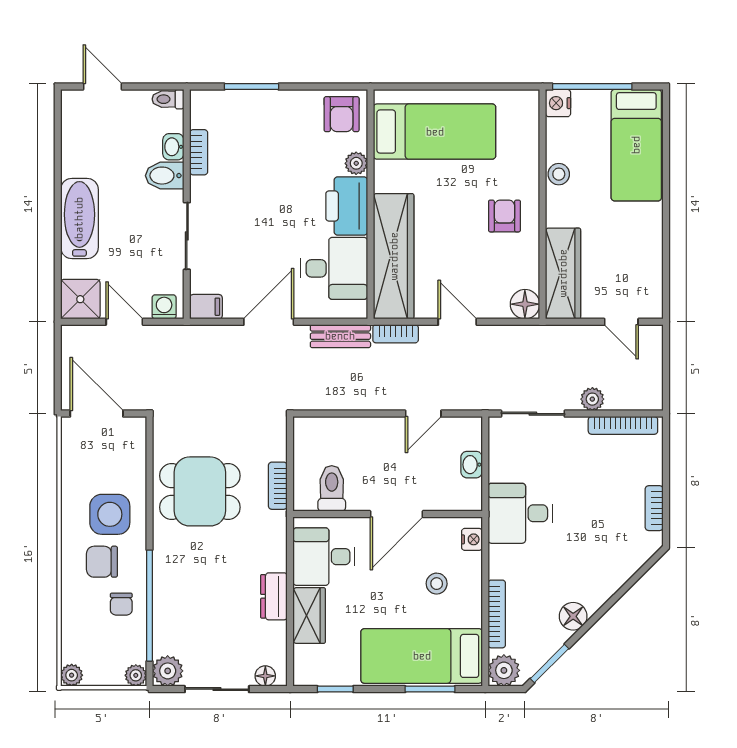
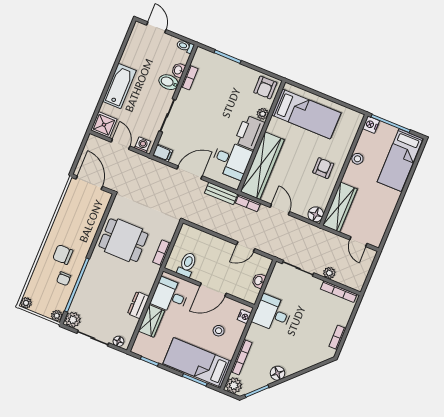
side table: (110, 514) -> (76, 233), removed

